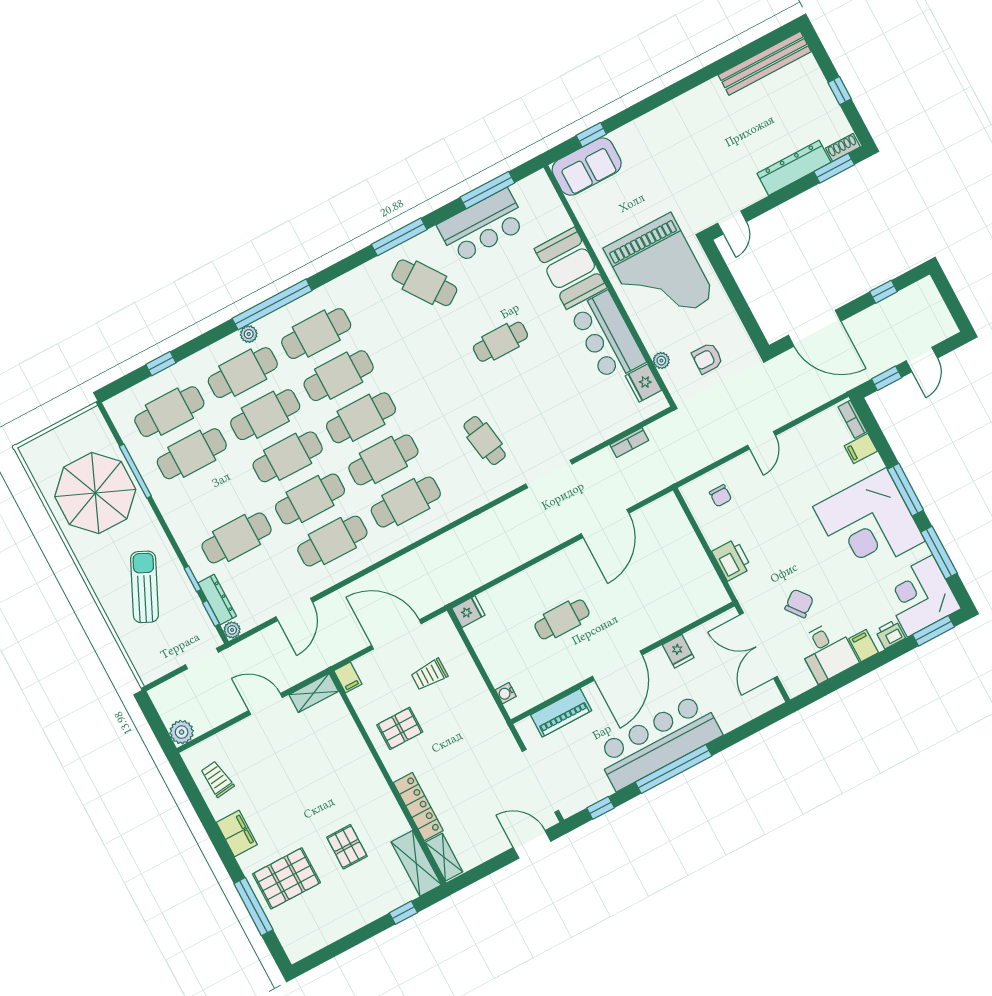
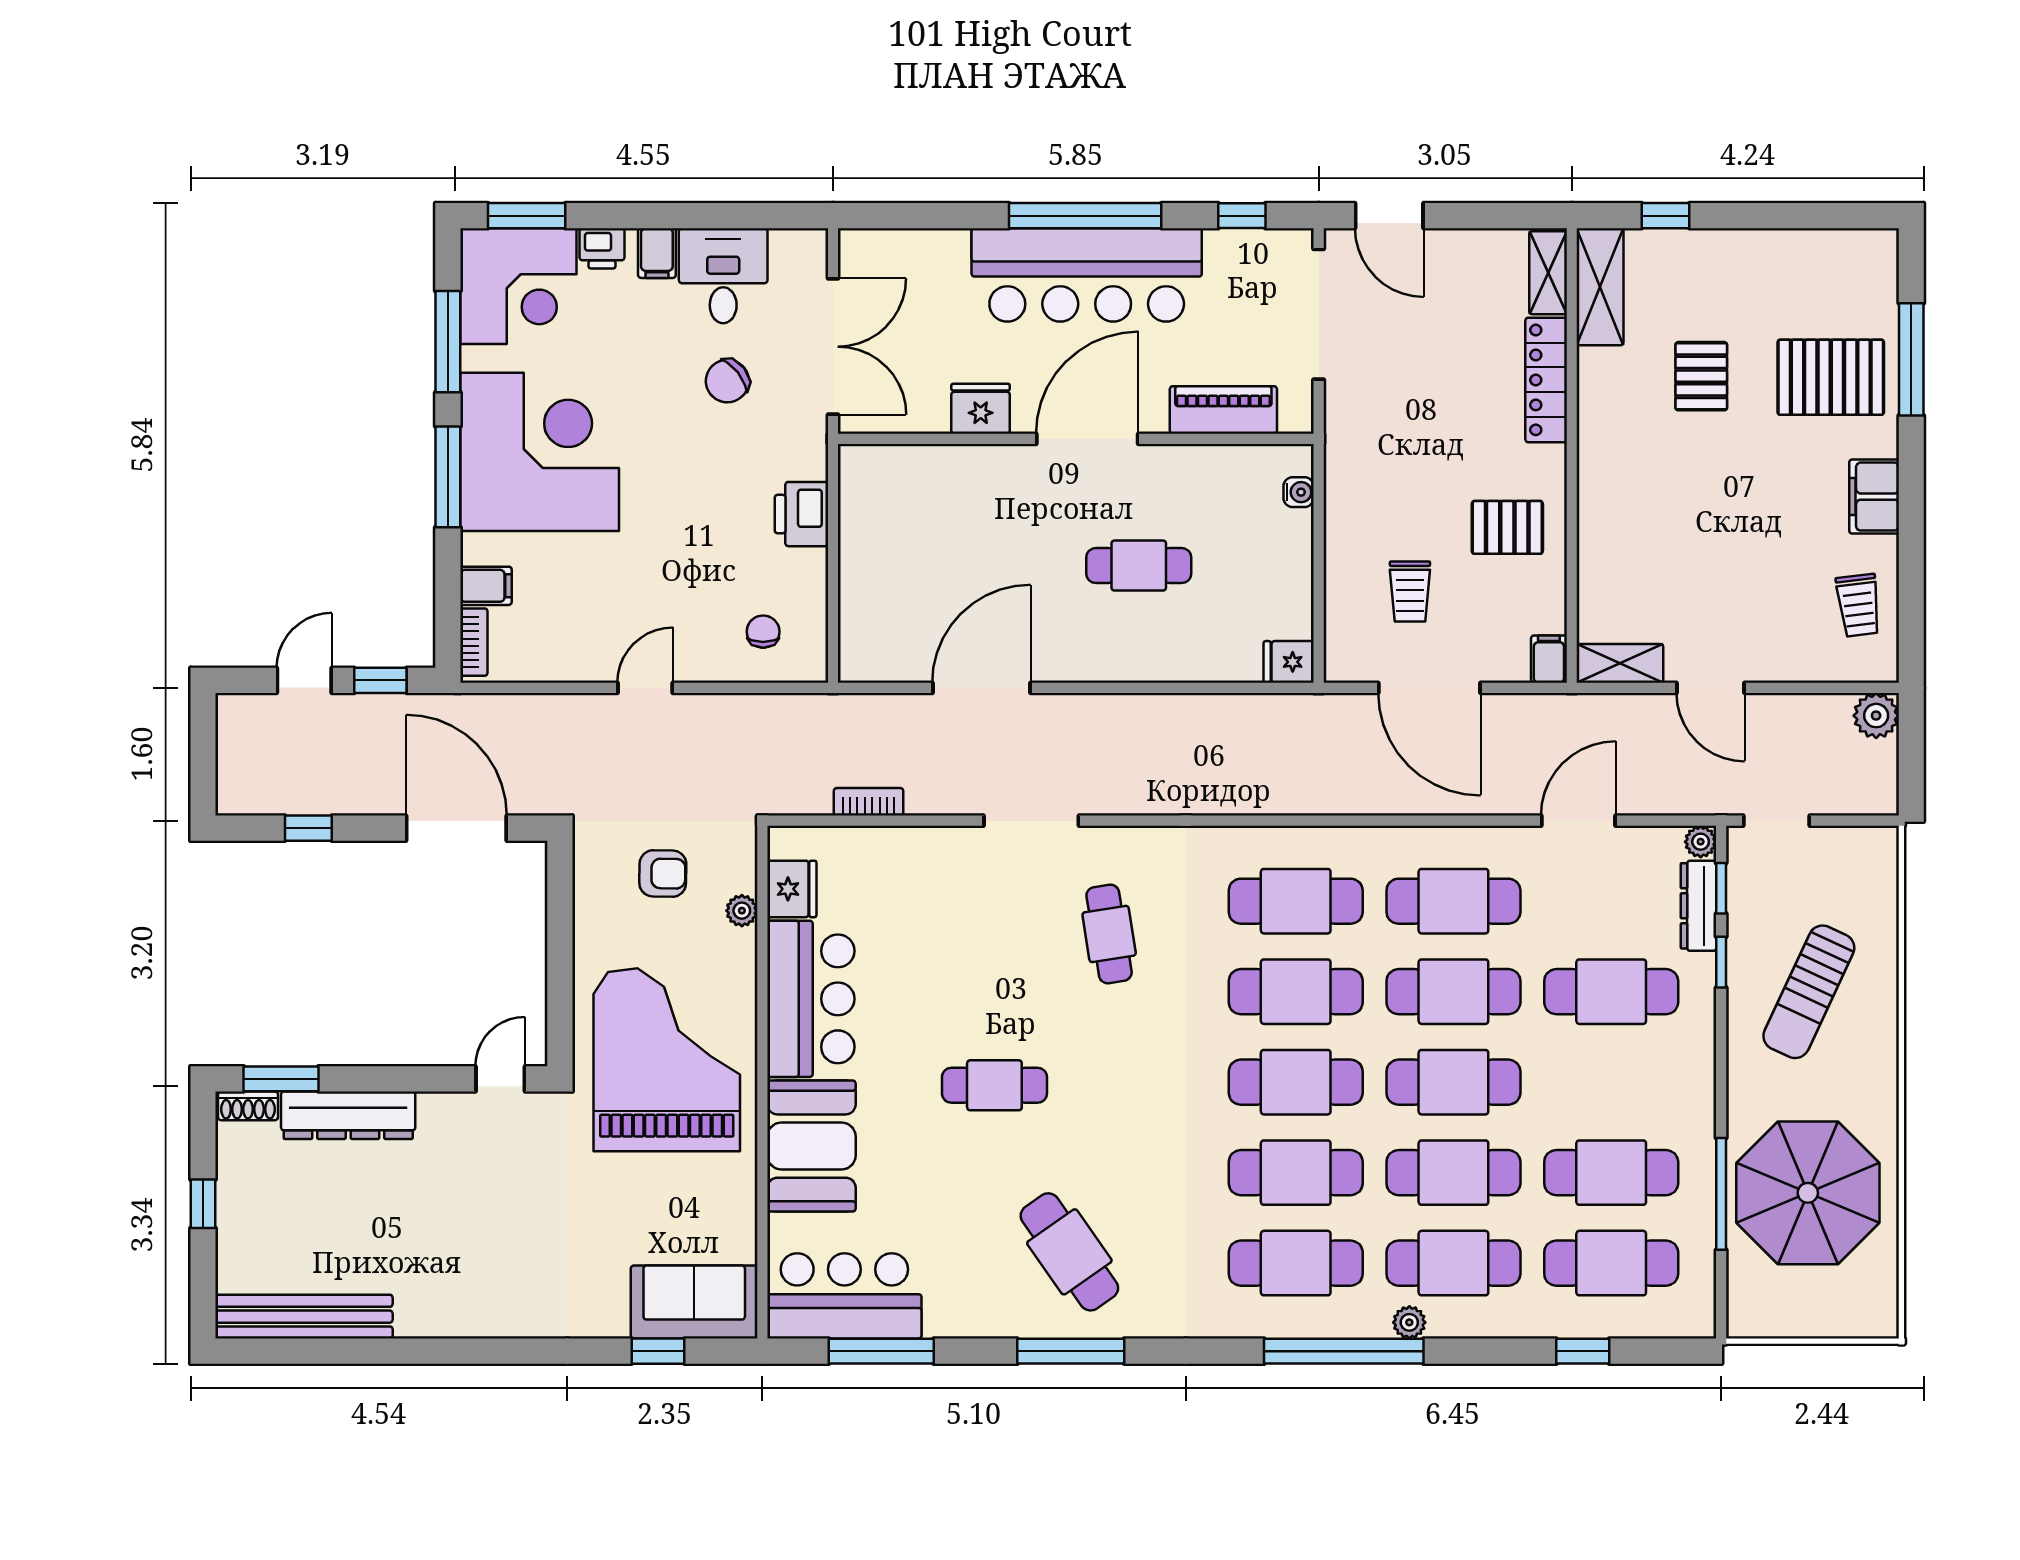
bar counter: (482, 226) -> (844, 1296), moved
fridge: (678, 651) -> (981, 409), width x1.38
trolley: (429, 674) -> (1410, 591), turned 90

